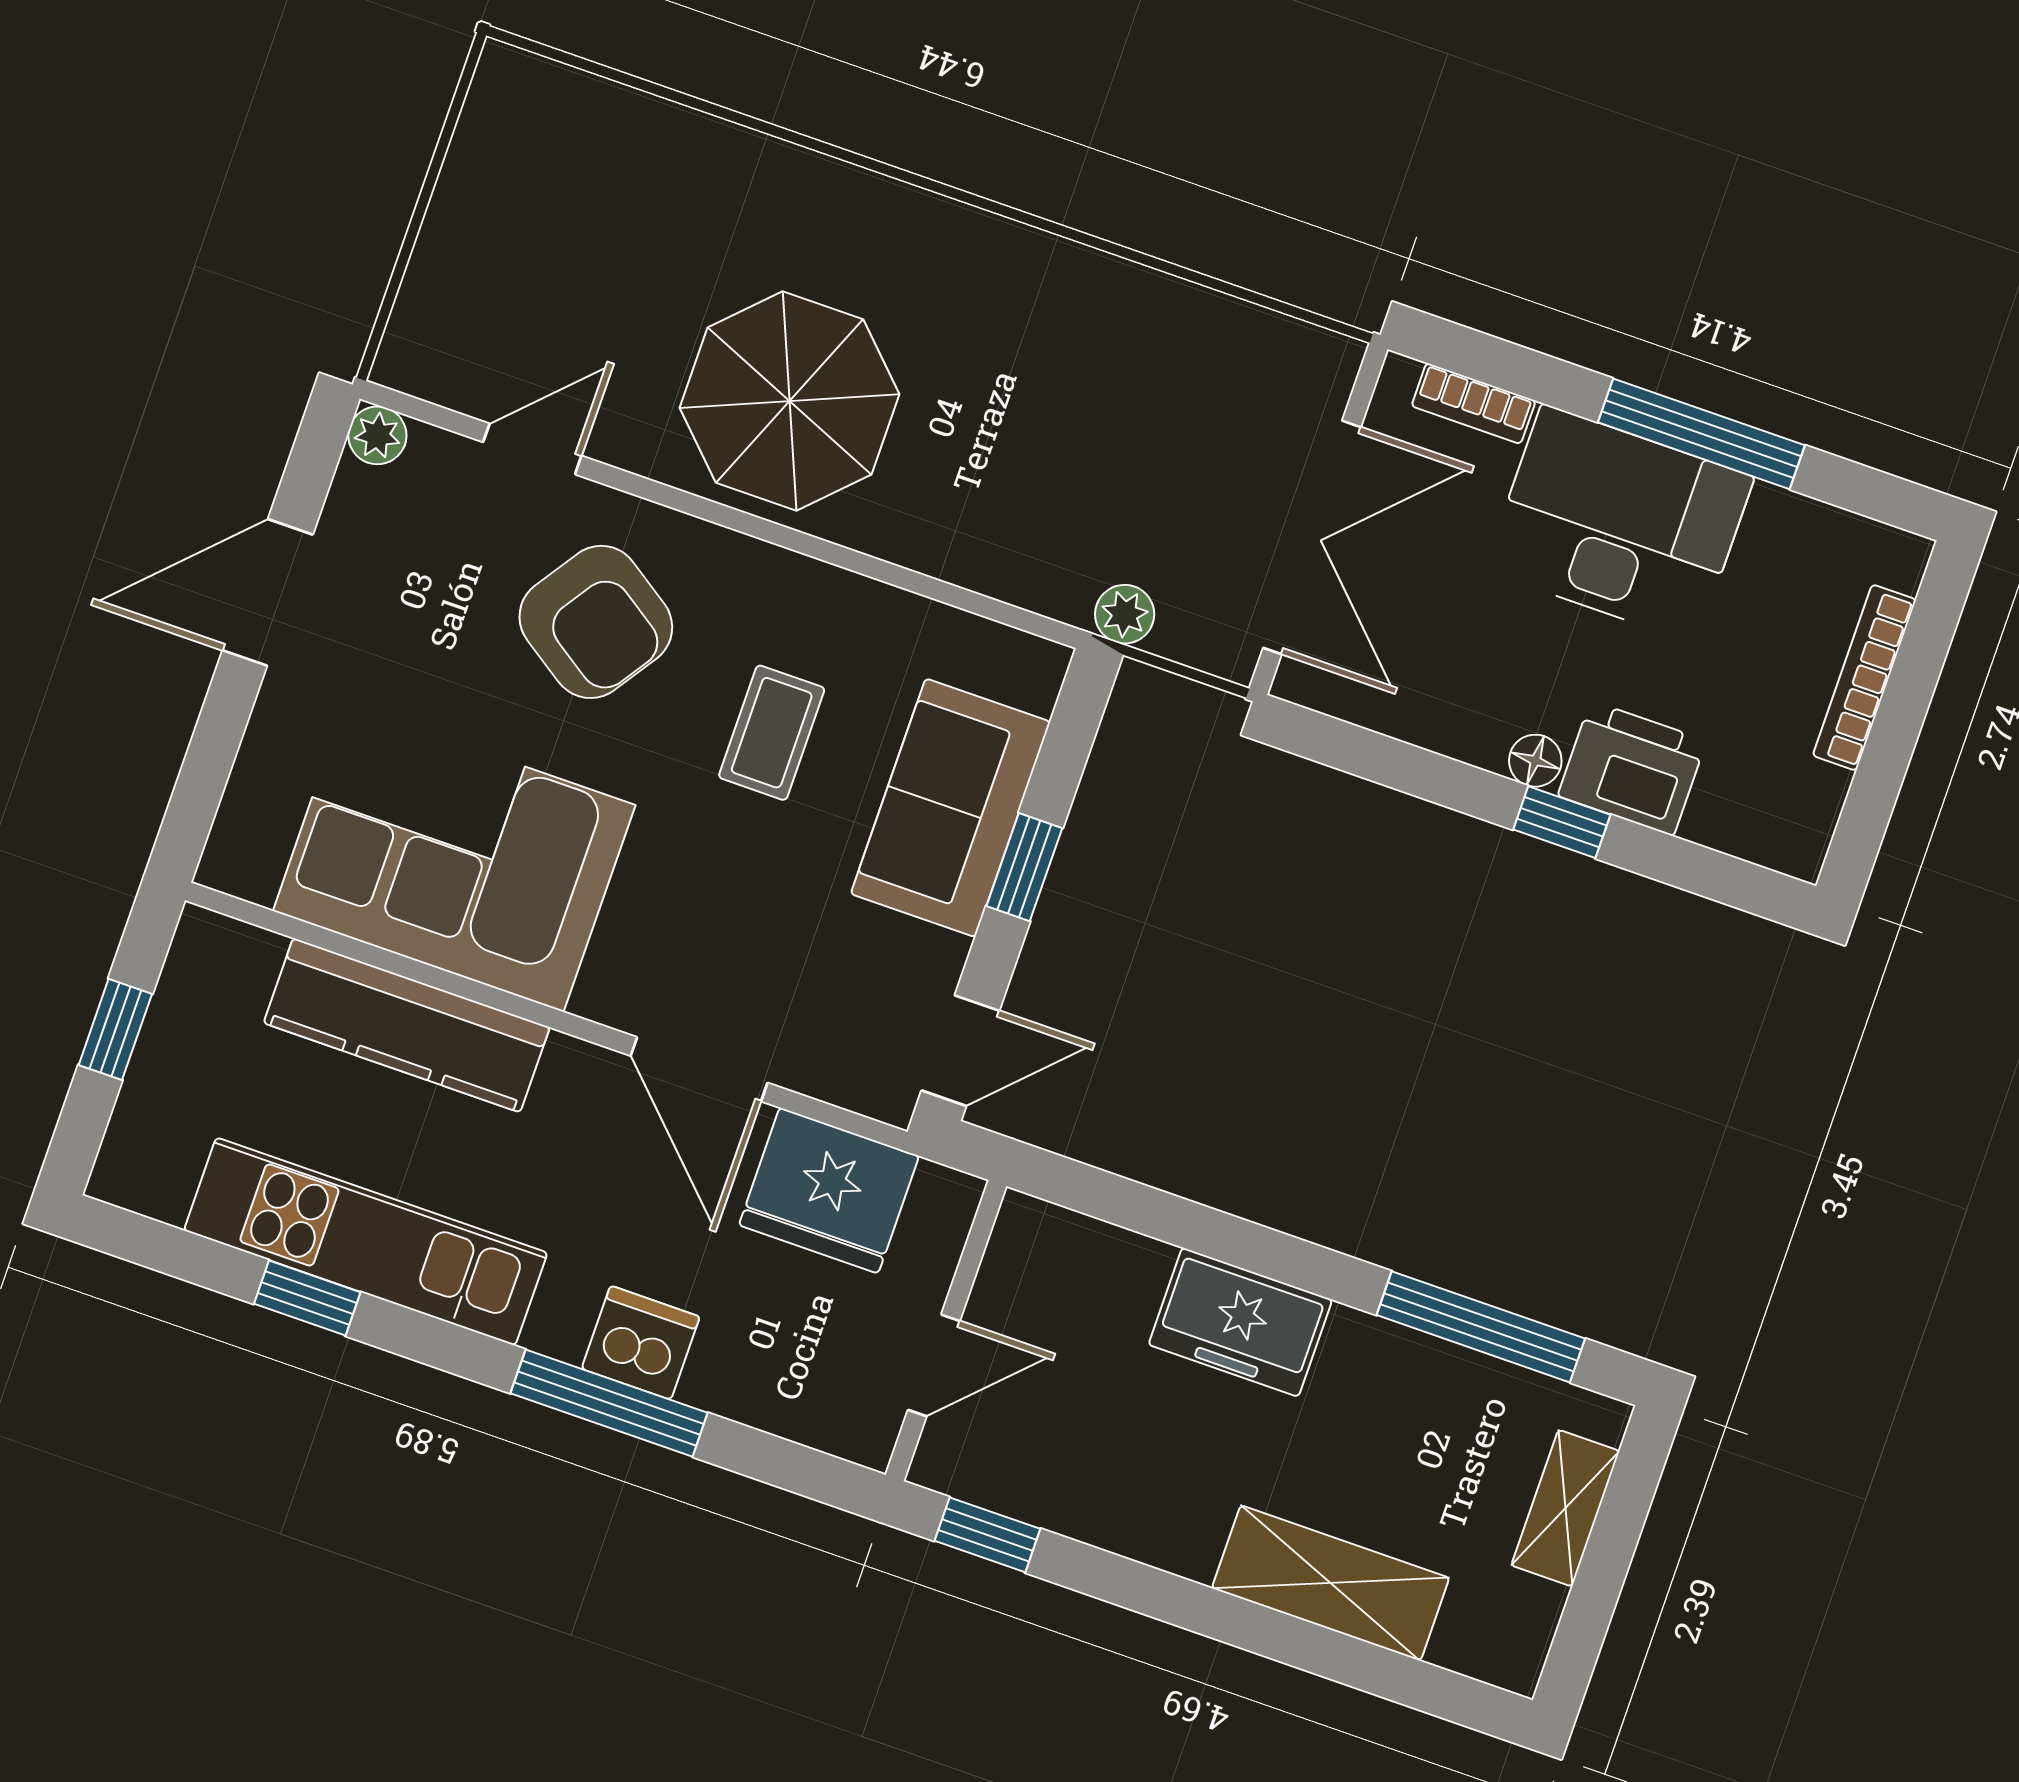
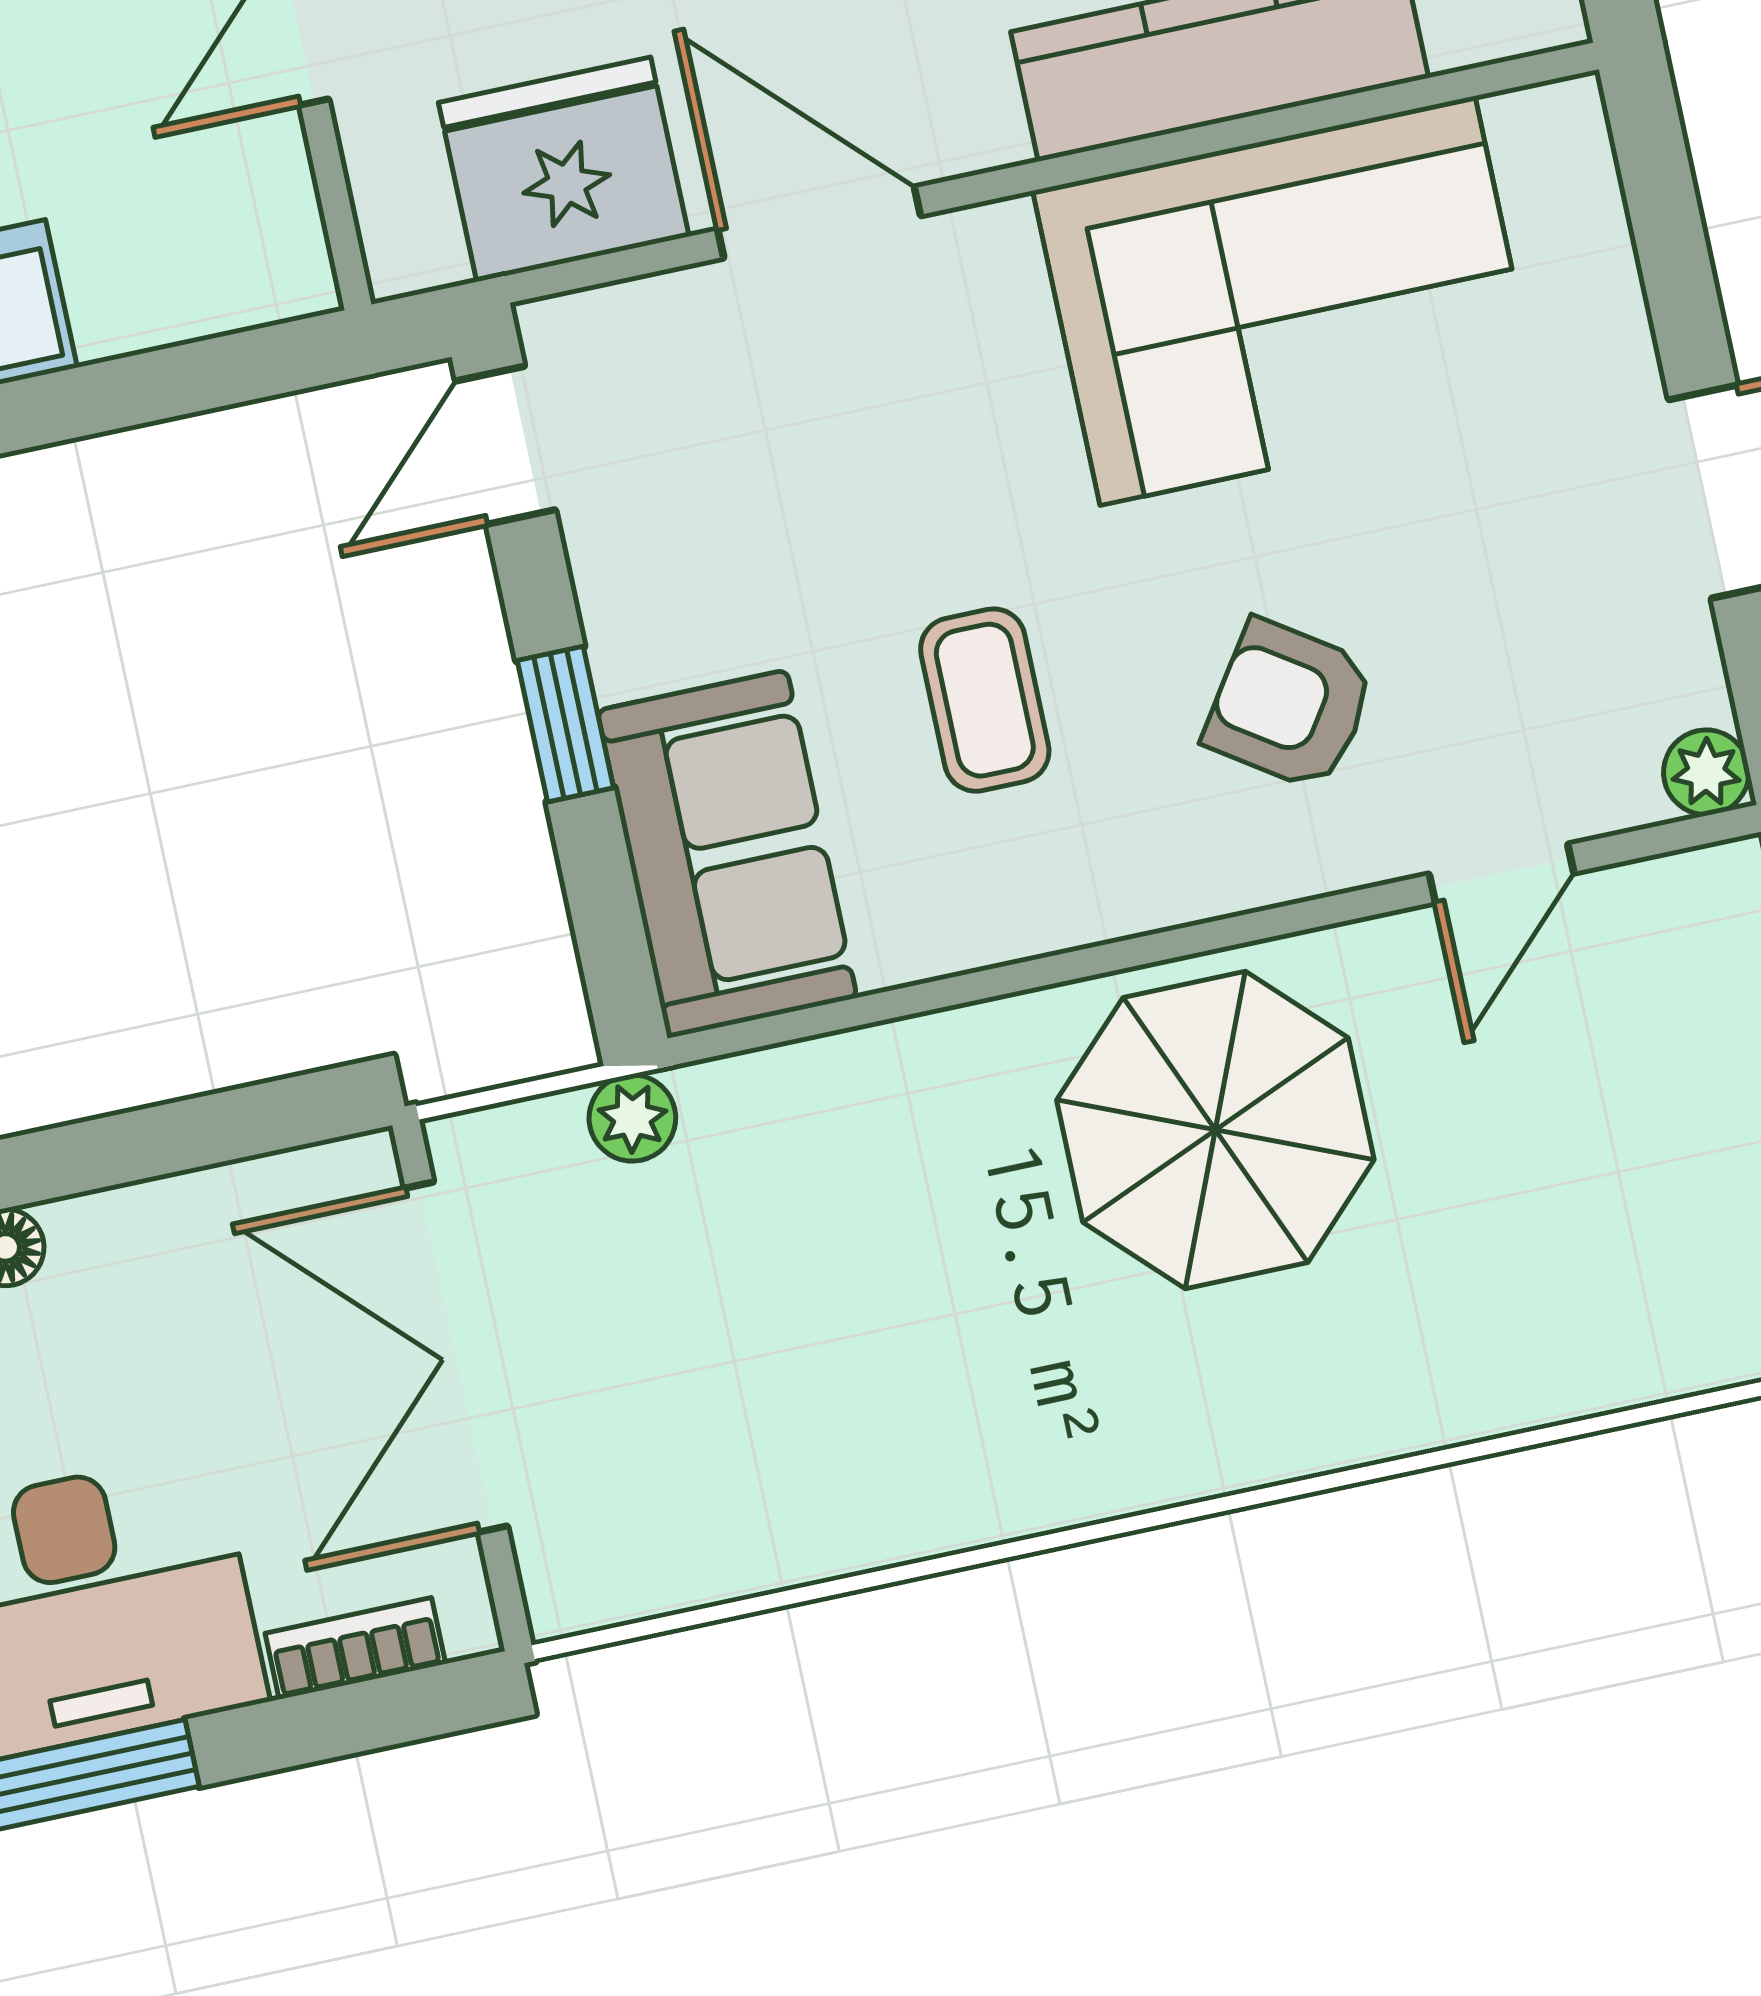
armchair: (596, 622) -> (1290, 705), width x0.72, depth x0.72
sofa: (951, 808) -> (727, 854), moved

